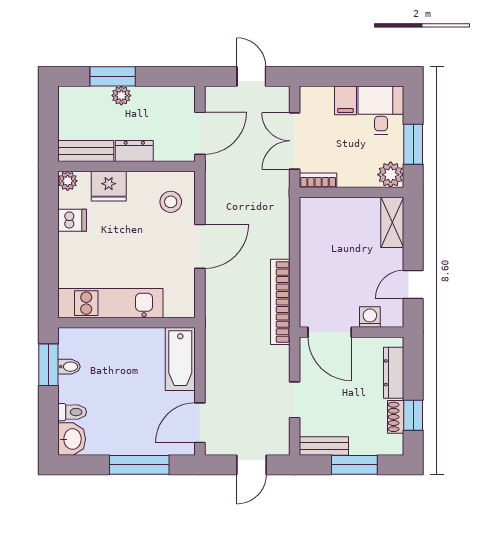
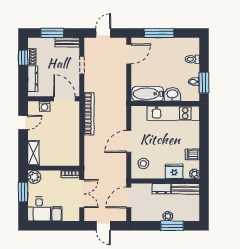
bathtub: (180, 359) -> (148, 94), moved, turned -90
washbasin: (72, 439) -> (172, 94), moved, turned 90

